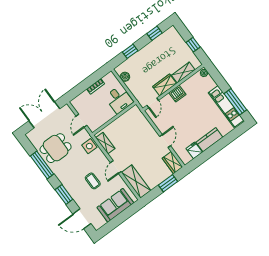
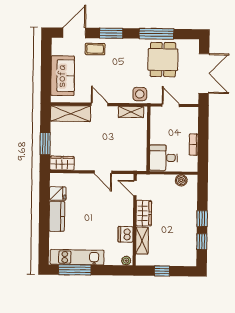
window: (130, 51) -> (202, 219), moved
dishwasher: (177, 94) -> (126, 234), moved
door: (165, 141) -> (103, 172), moved
coffee table: (93, 181) -> (95, 49), moved

